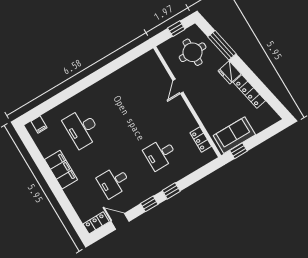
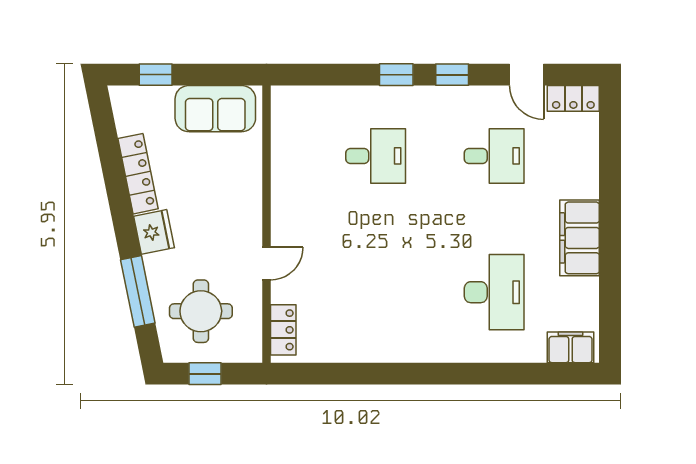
filing cabinet: (39, 125) -> (570, 347), width x2.00
locker: (201, 139) -> (283, 330), moved
window: (238, 151) -> (156, 75), moved

